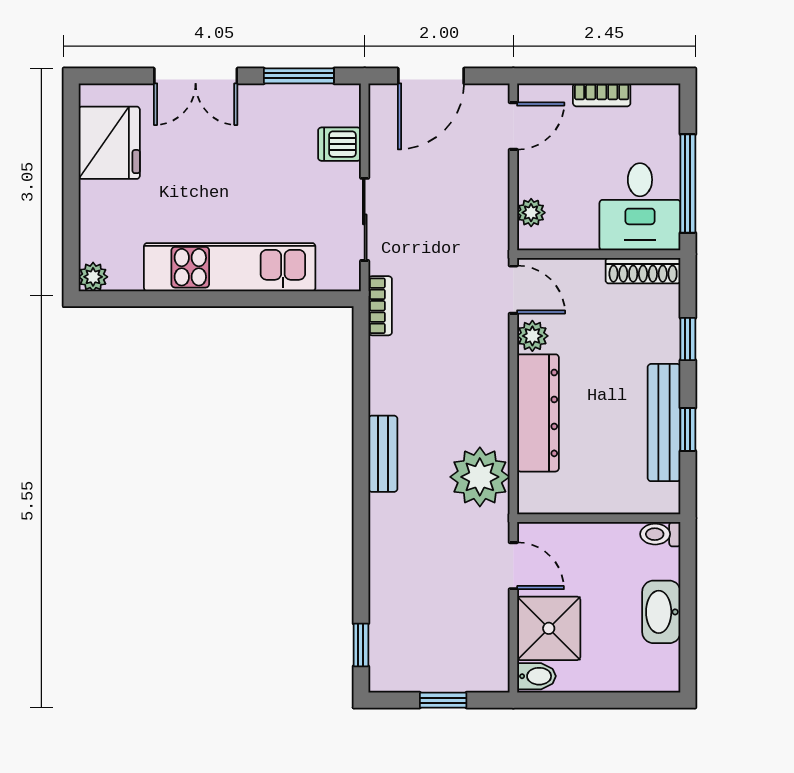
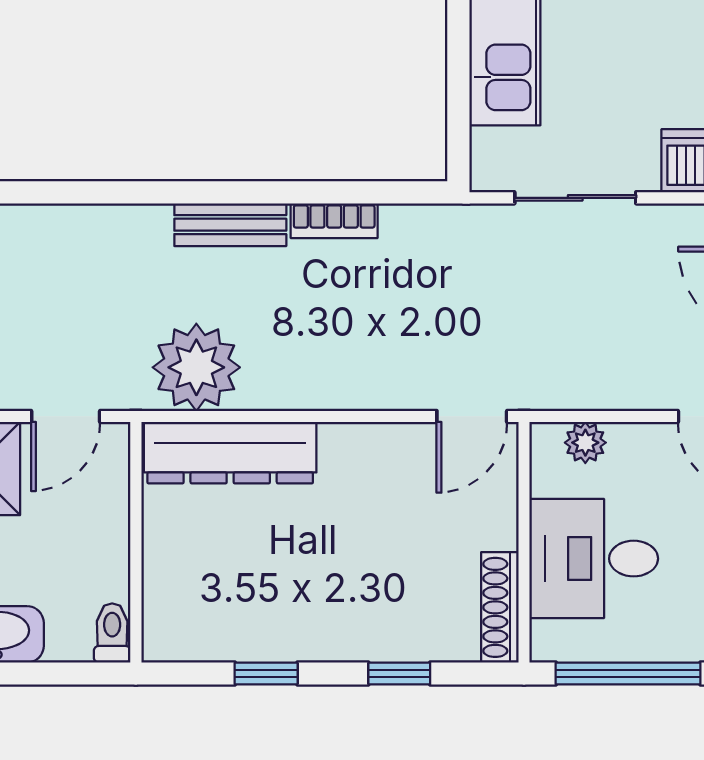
desk: (640, 207) -> (594, 559), moved
bookcase: (380, 306) -> (334, 221), moved
plant: (532, 336) -> (404, 445), removed
dresser: (538, 413) -> (230, 453), moved
bench: (664, 423) -> (276, 638), removed

